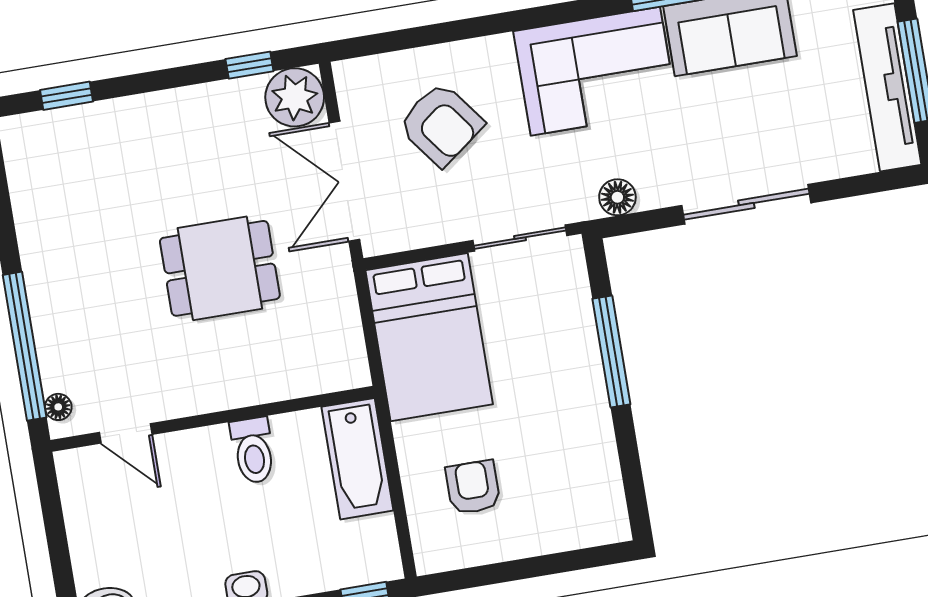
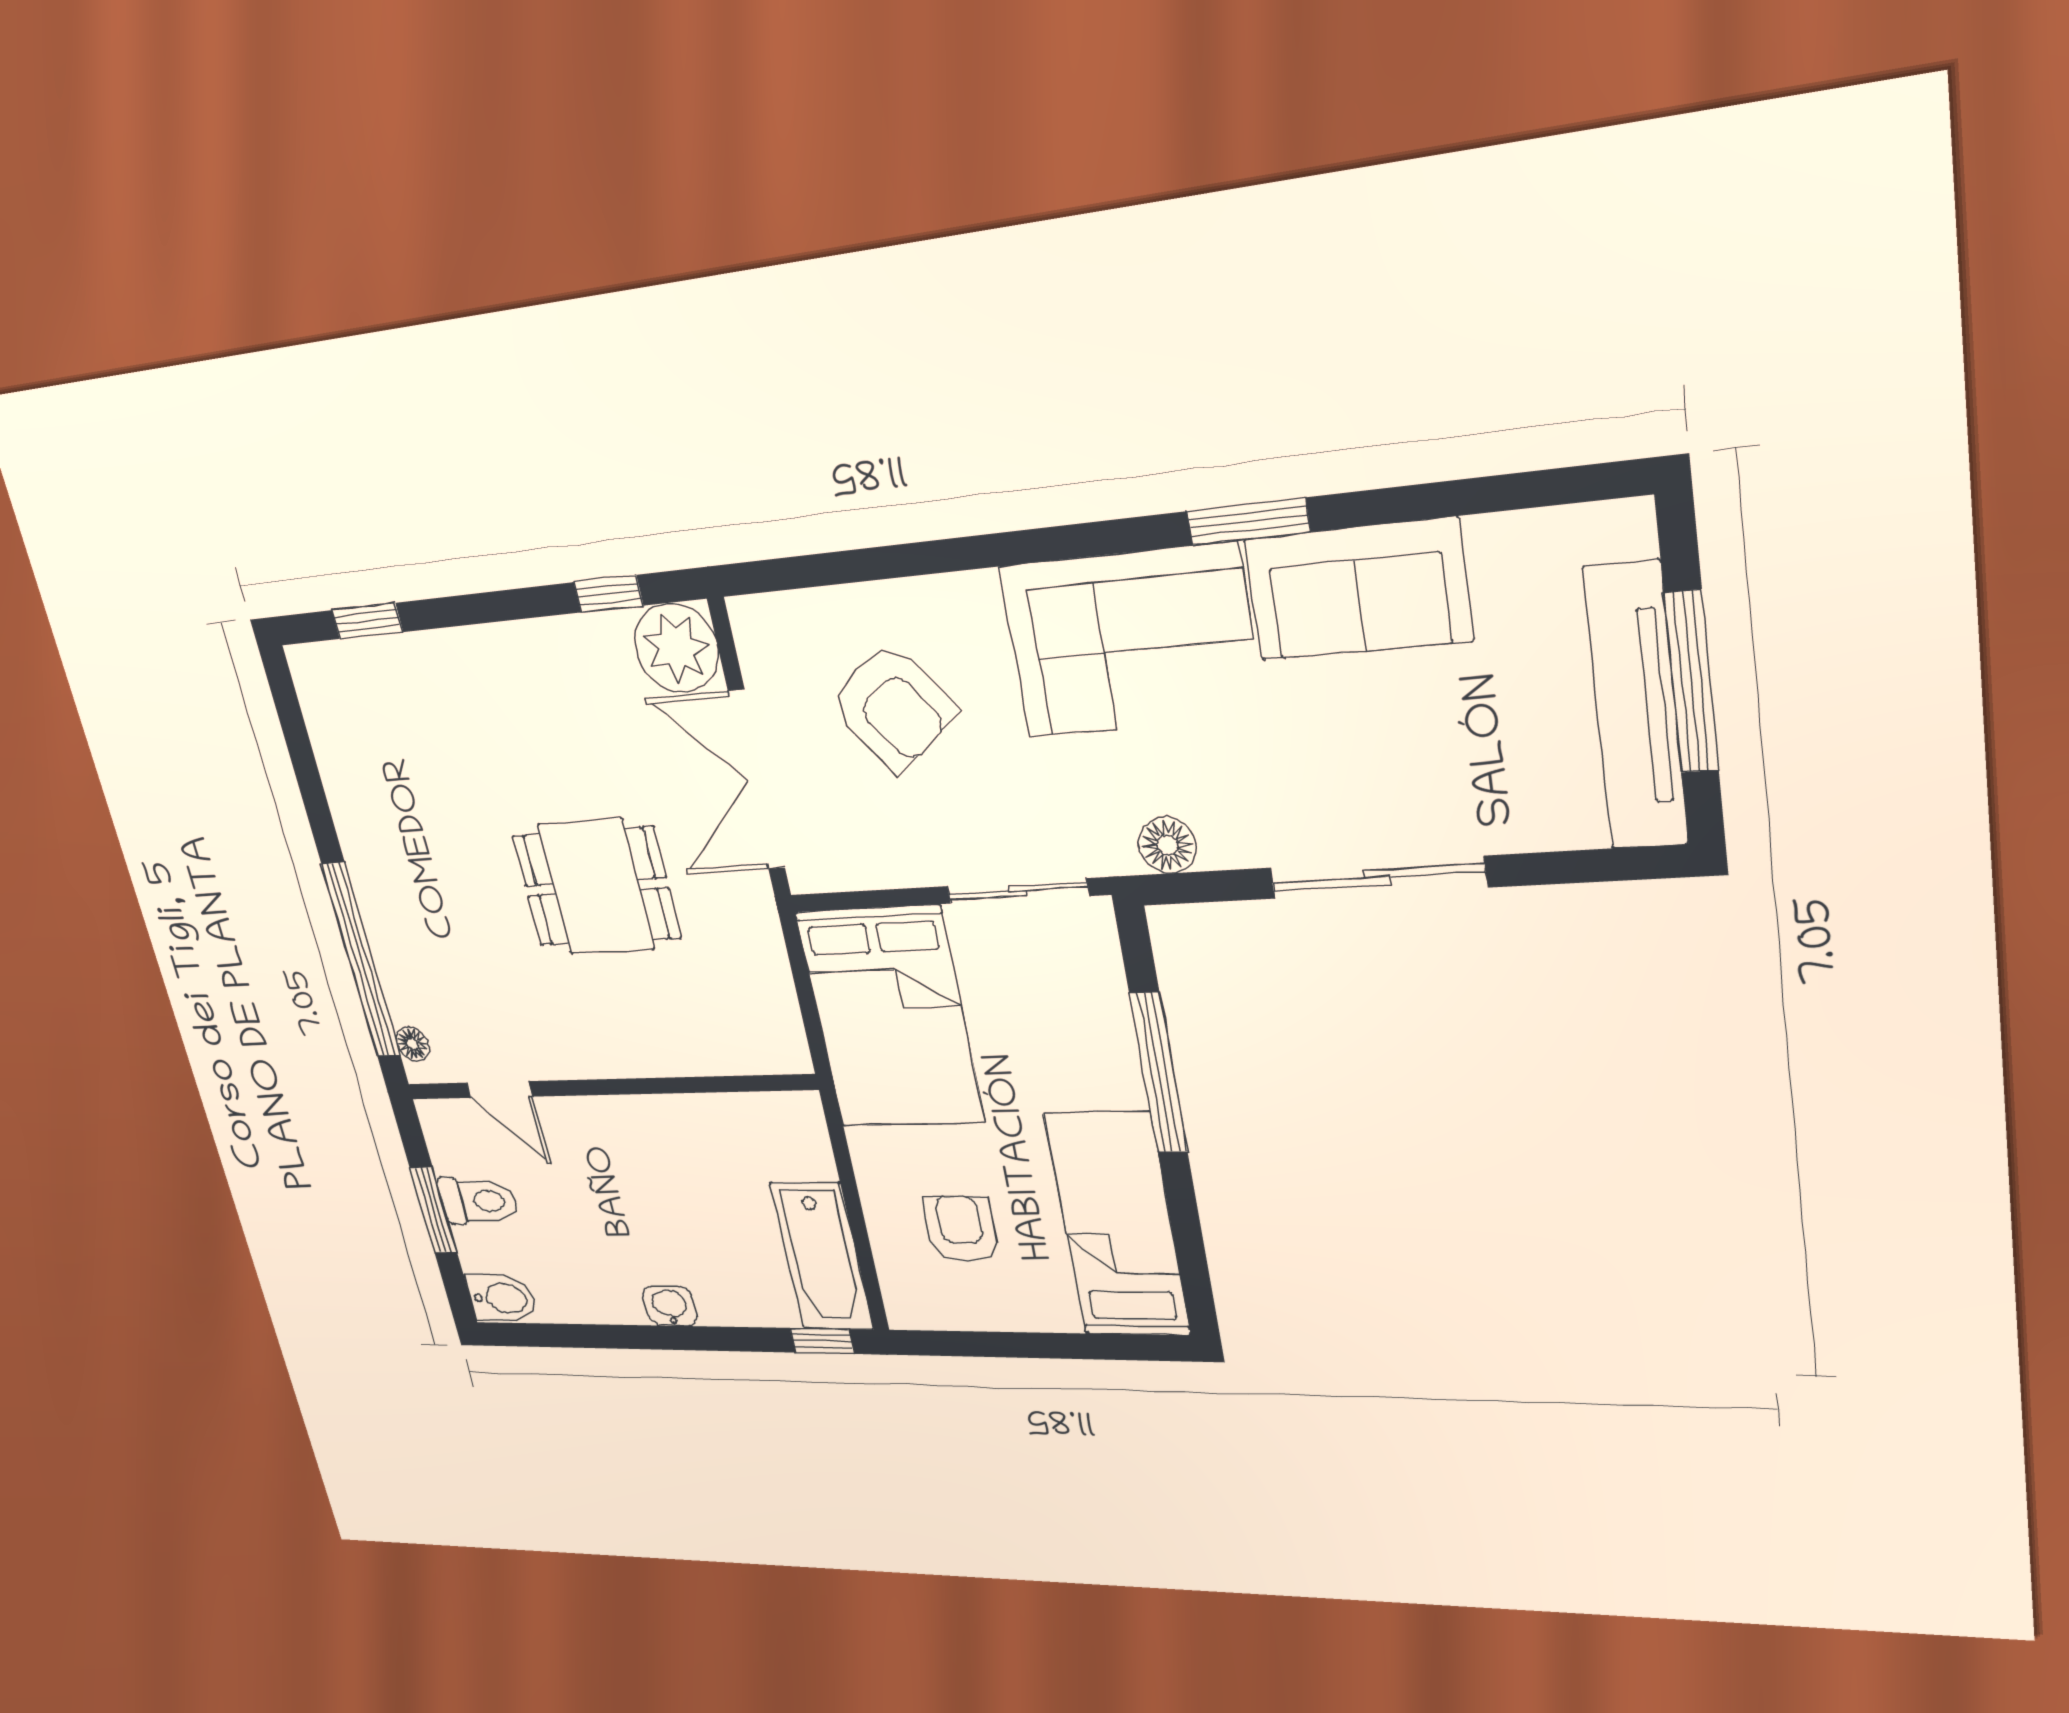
toilet: (253, 450) -> (479, 1201), moved, turned -90
bathtub: (357, 459) -> (822, 1256), moved
bed: (583, 466) -> (1118, 1225), added
window: (57, 542) -> (434, 1210), added

